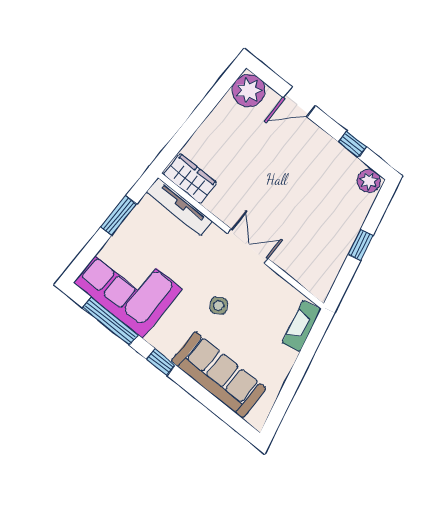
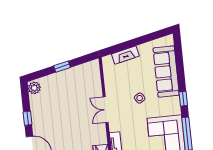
window: (352, 144) -> (28, 118), moved
fireplace: (302, 326) -> (125, 55), moved

